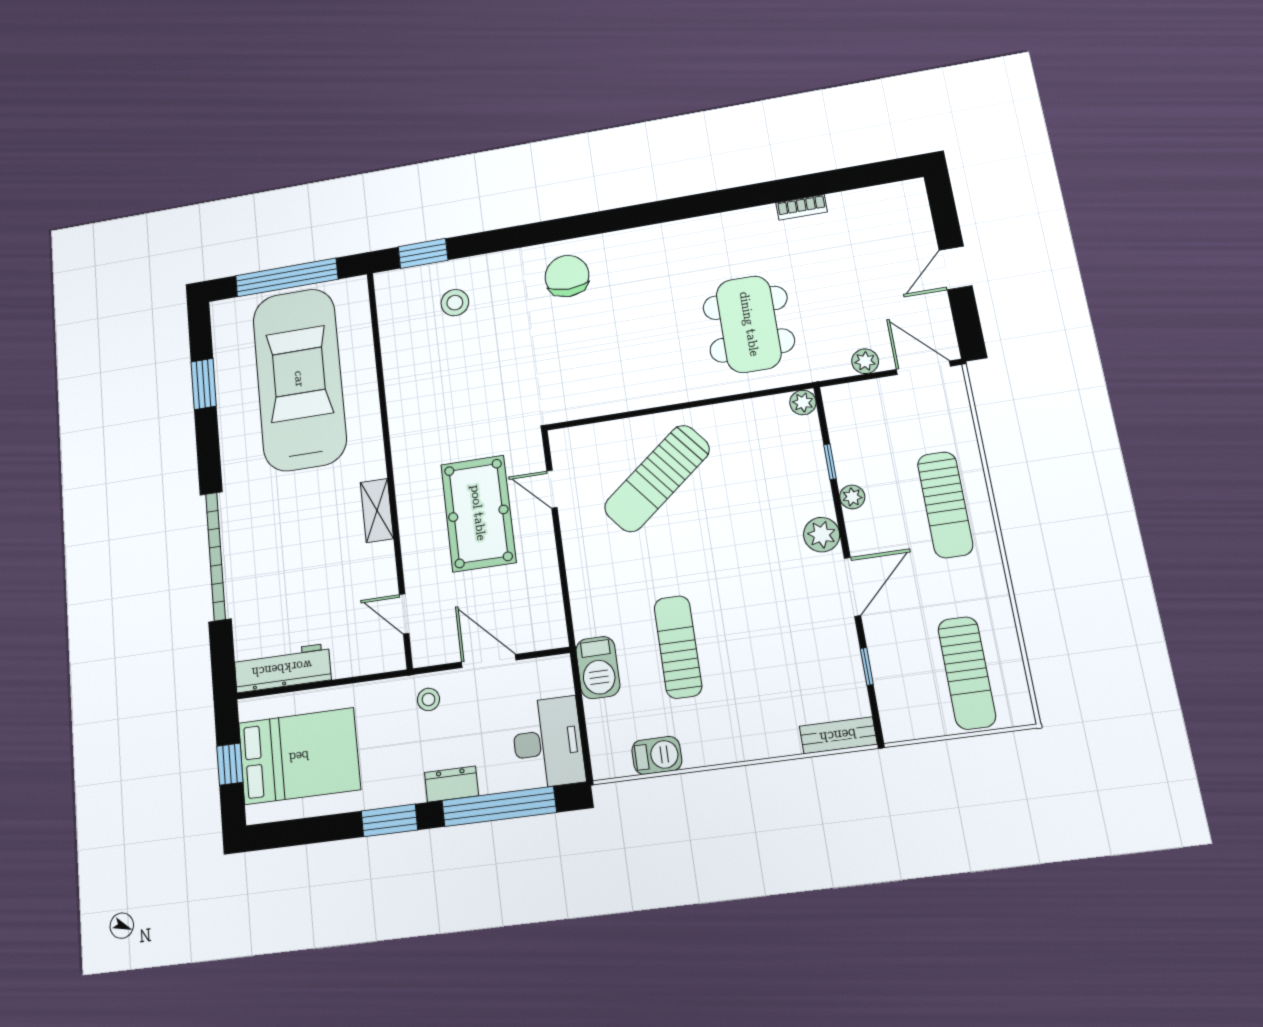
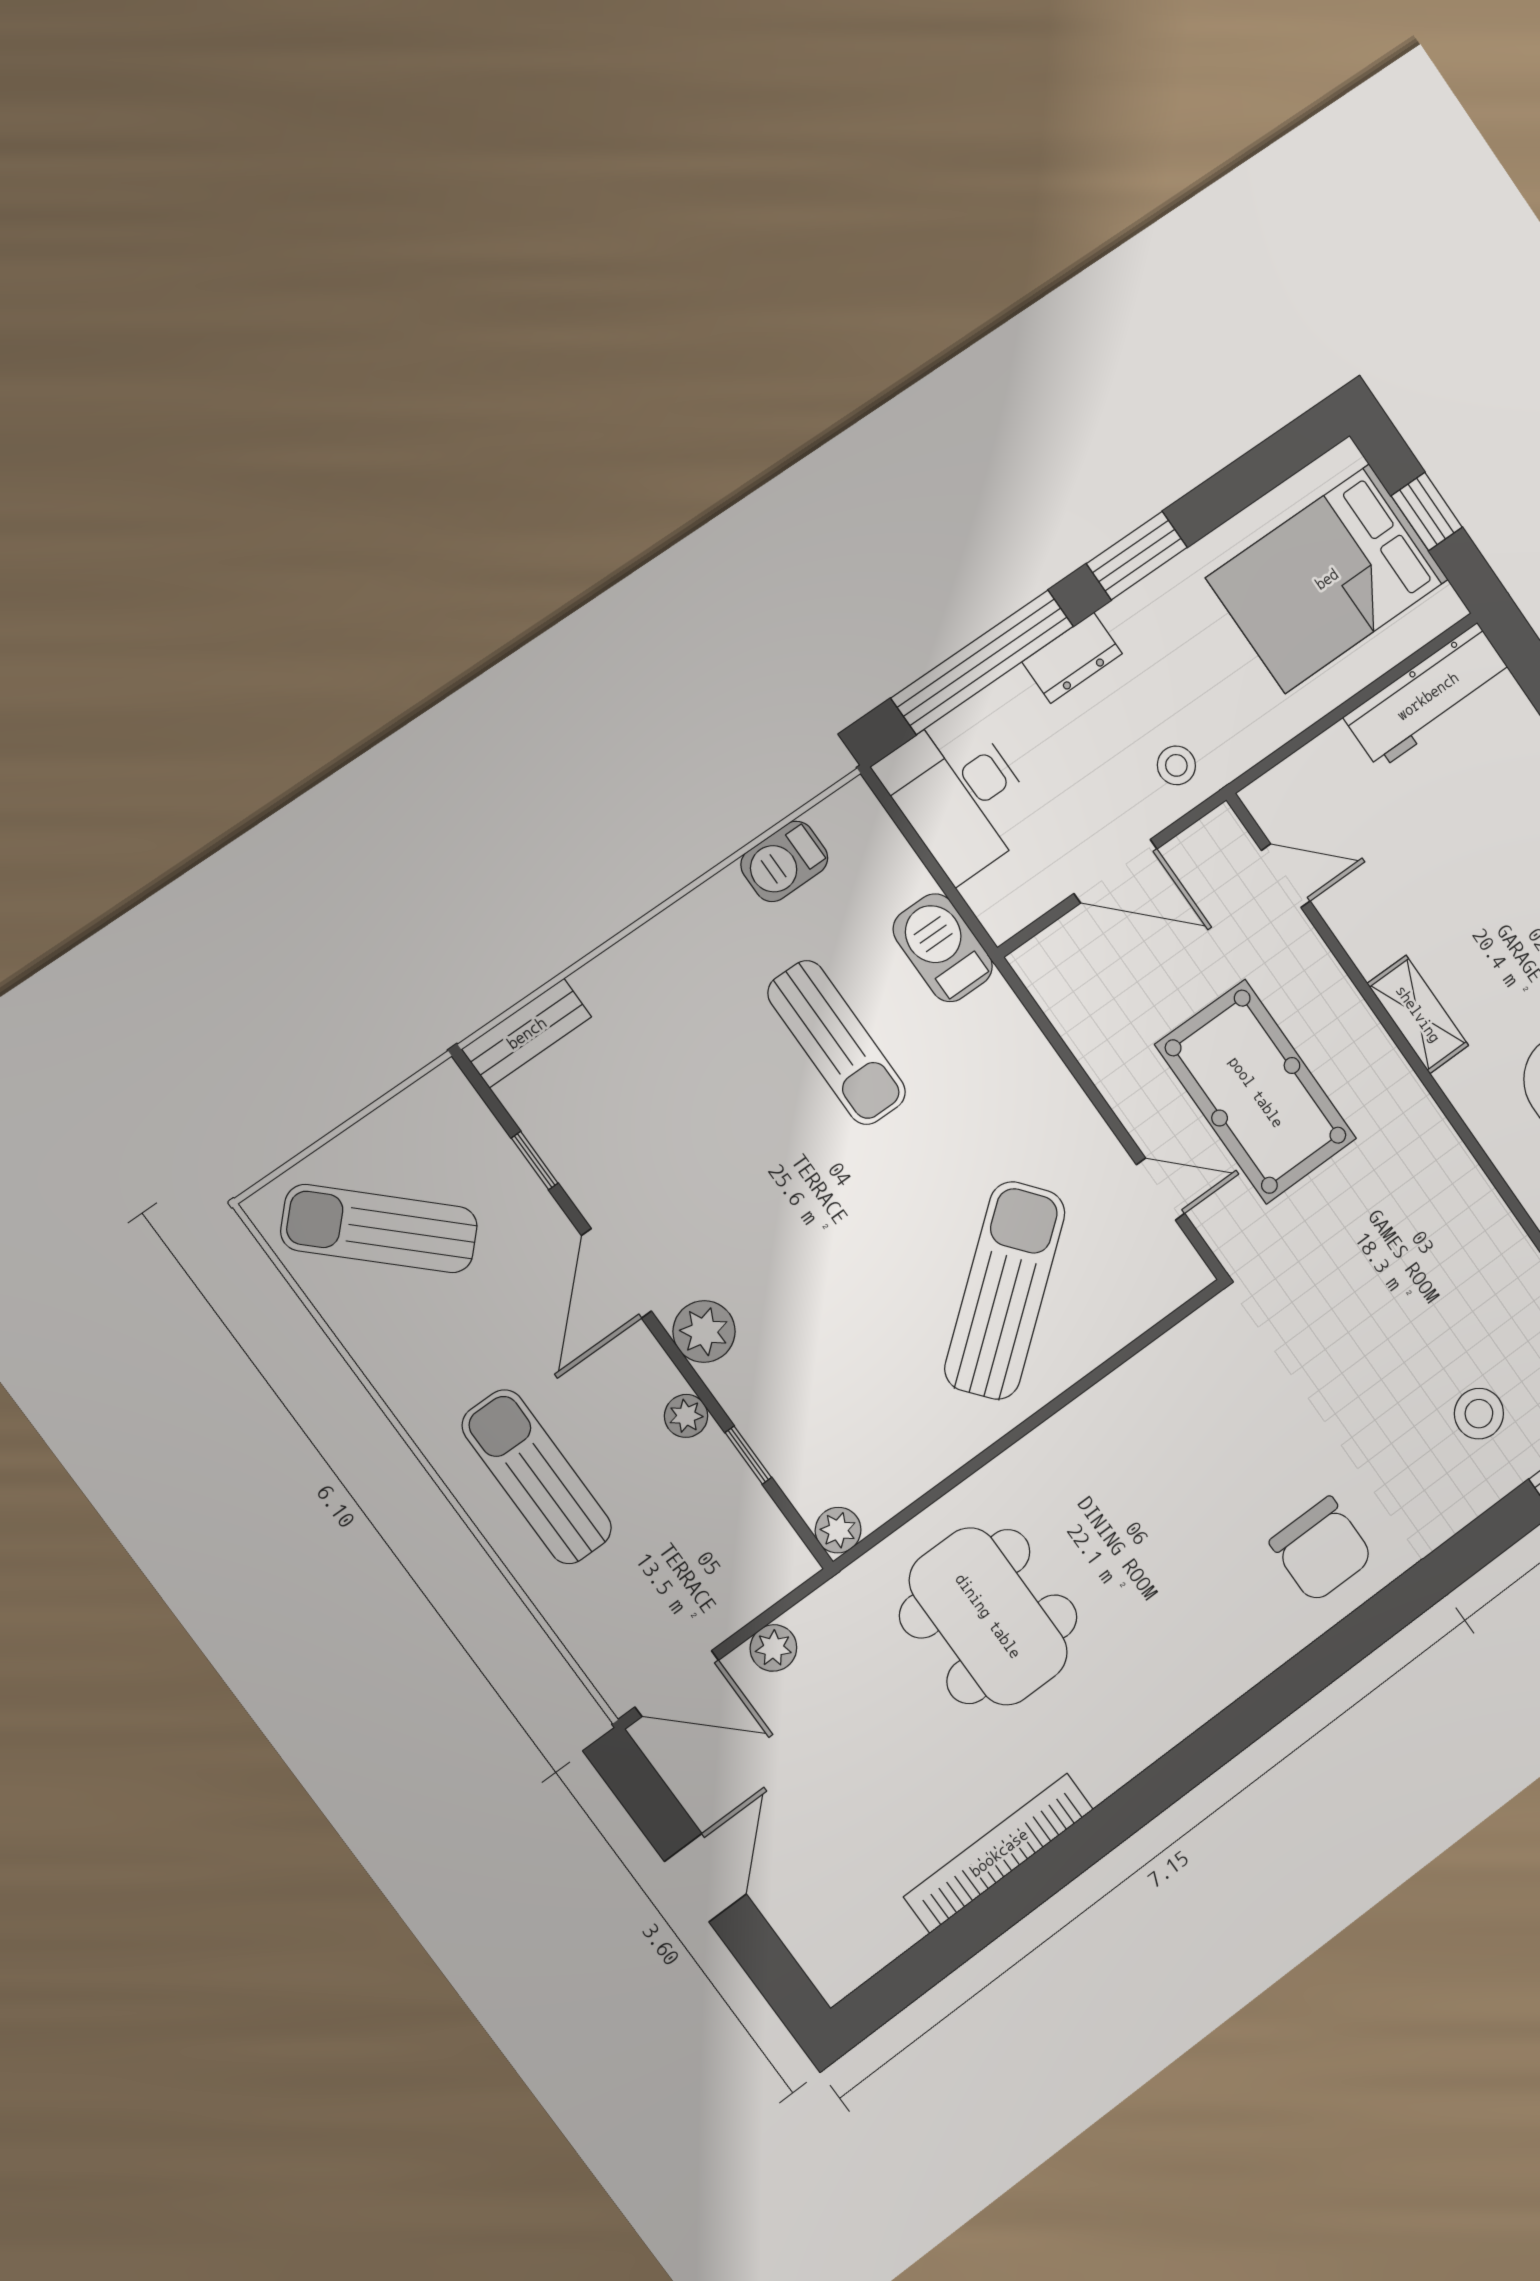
bookcase: (802, 207) -> (999, 1853), width x2.31, depth x1.31
sun lounger: (967, 673) -> (379, 1229), turned -46

